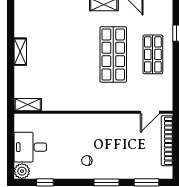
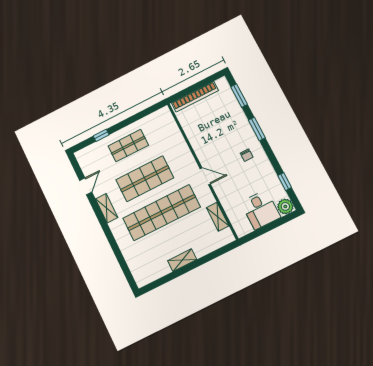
shop shelf: (74, 54) -> (162, 213), added
shelving: (28, 105) -> (218, 217), moved
door: (150, 112) -> (205, 176), moved

